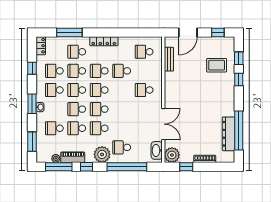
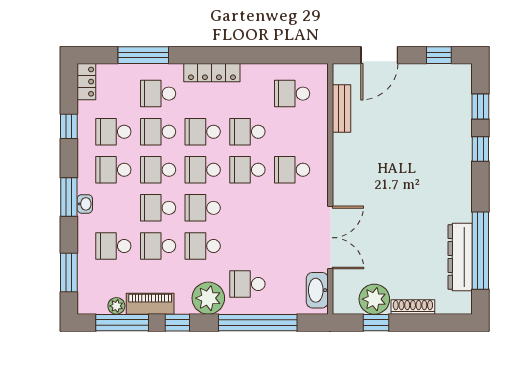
rug: (217, 65) -> (436, 120), removed
school desk: (122, 90) -> (247, 170), added
plant: (172, 155) -> (374, 299), moved

